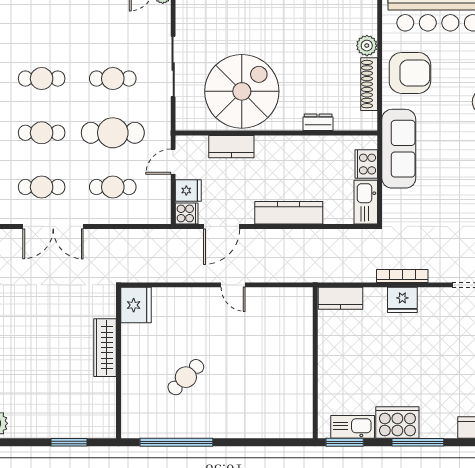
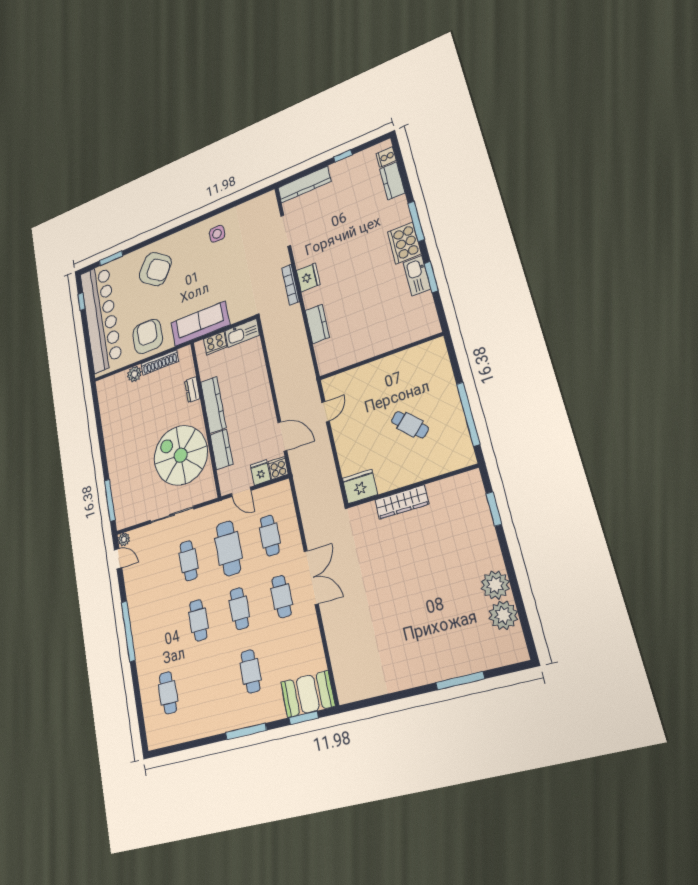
kitchen counter: (289, 213) -> (213, 405), moved, turned 180
wall: (315, 363) -> (380, 357), moved

